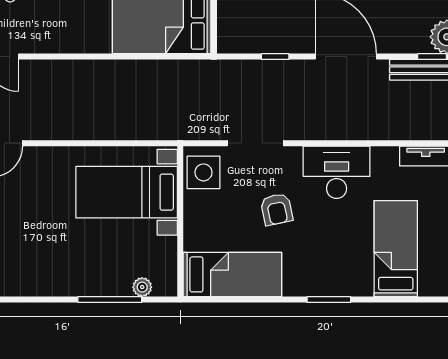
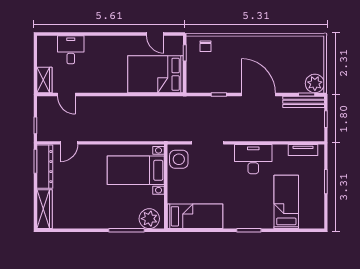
armchair: (277, 209) -> (220, 180), removed
plant: (142, 287) -> (149, 219), width x1.87, depth x1.87

